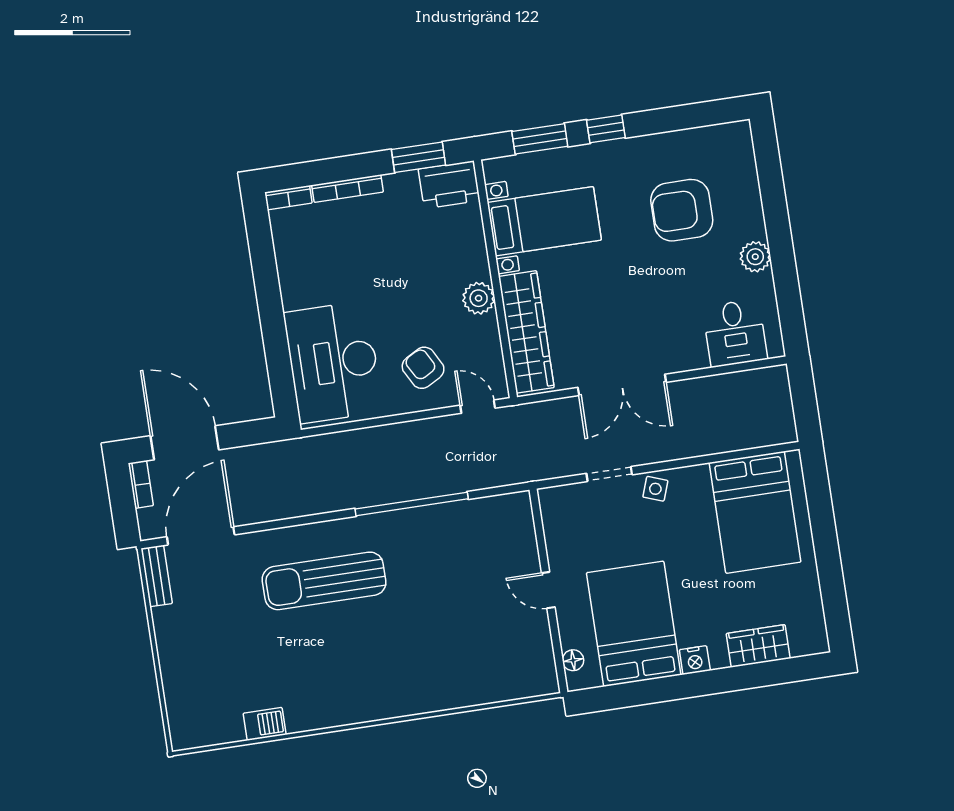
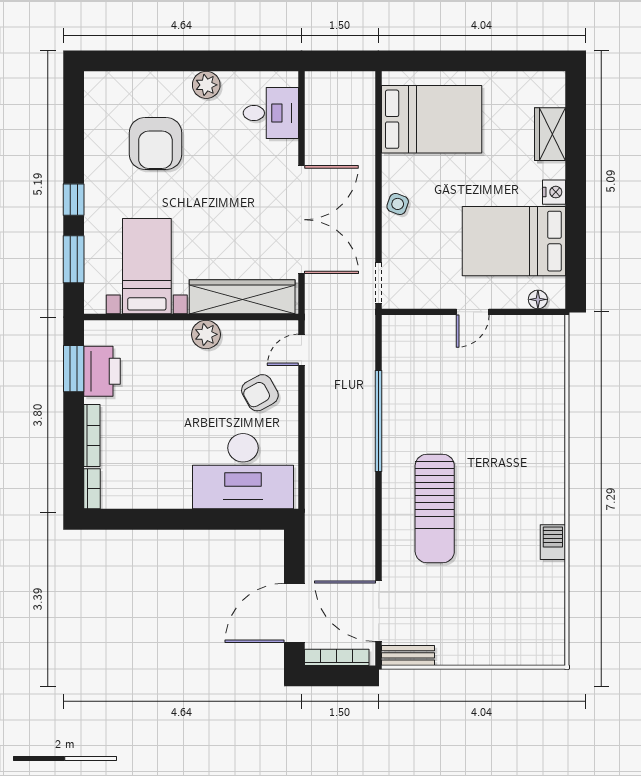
printer: (449, 185) -> (102, 371), moved
double door: (622, 385) -> (301, 220), width x1.36
doorway: (609, 474) -> (378, 283), moved
bookcase: (141, 484) -> (337, 657), width x1.56
barbecue: (265, 724) -> (553, 542), moved

